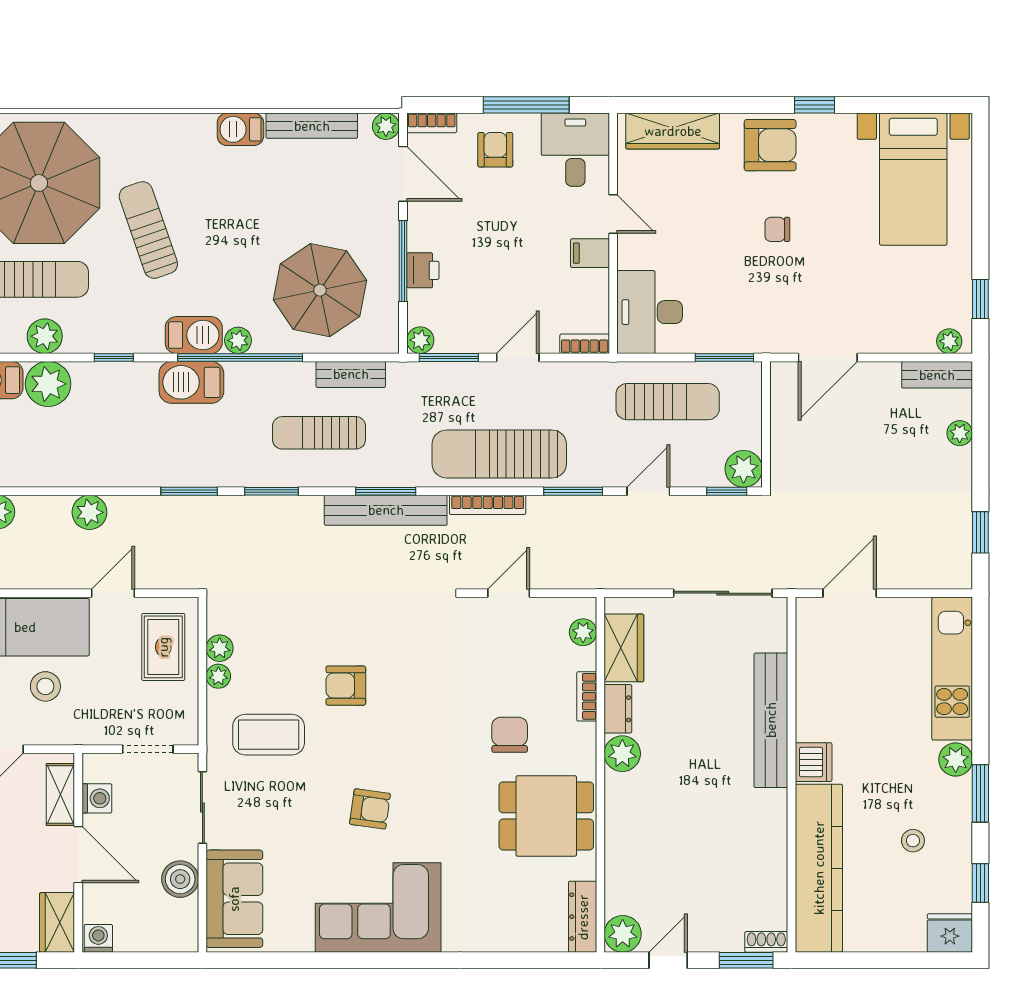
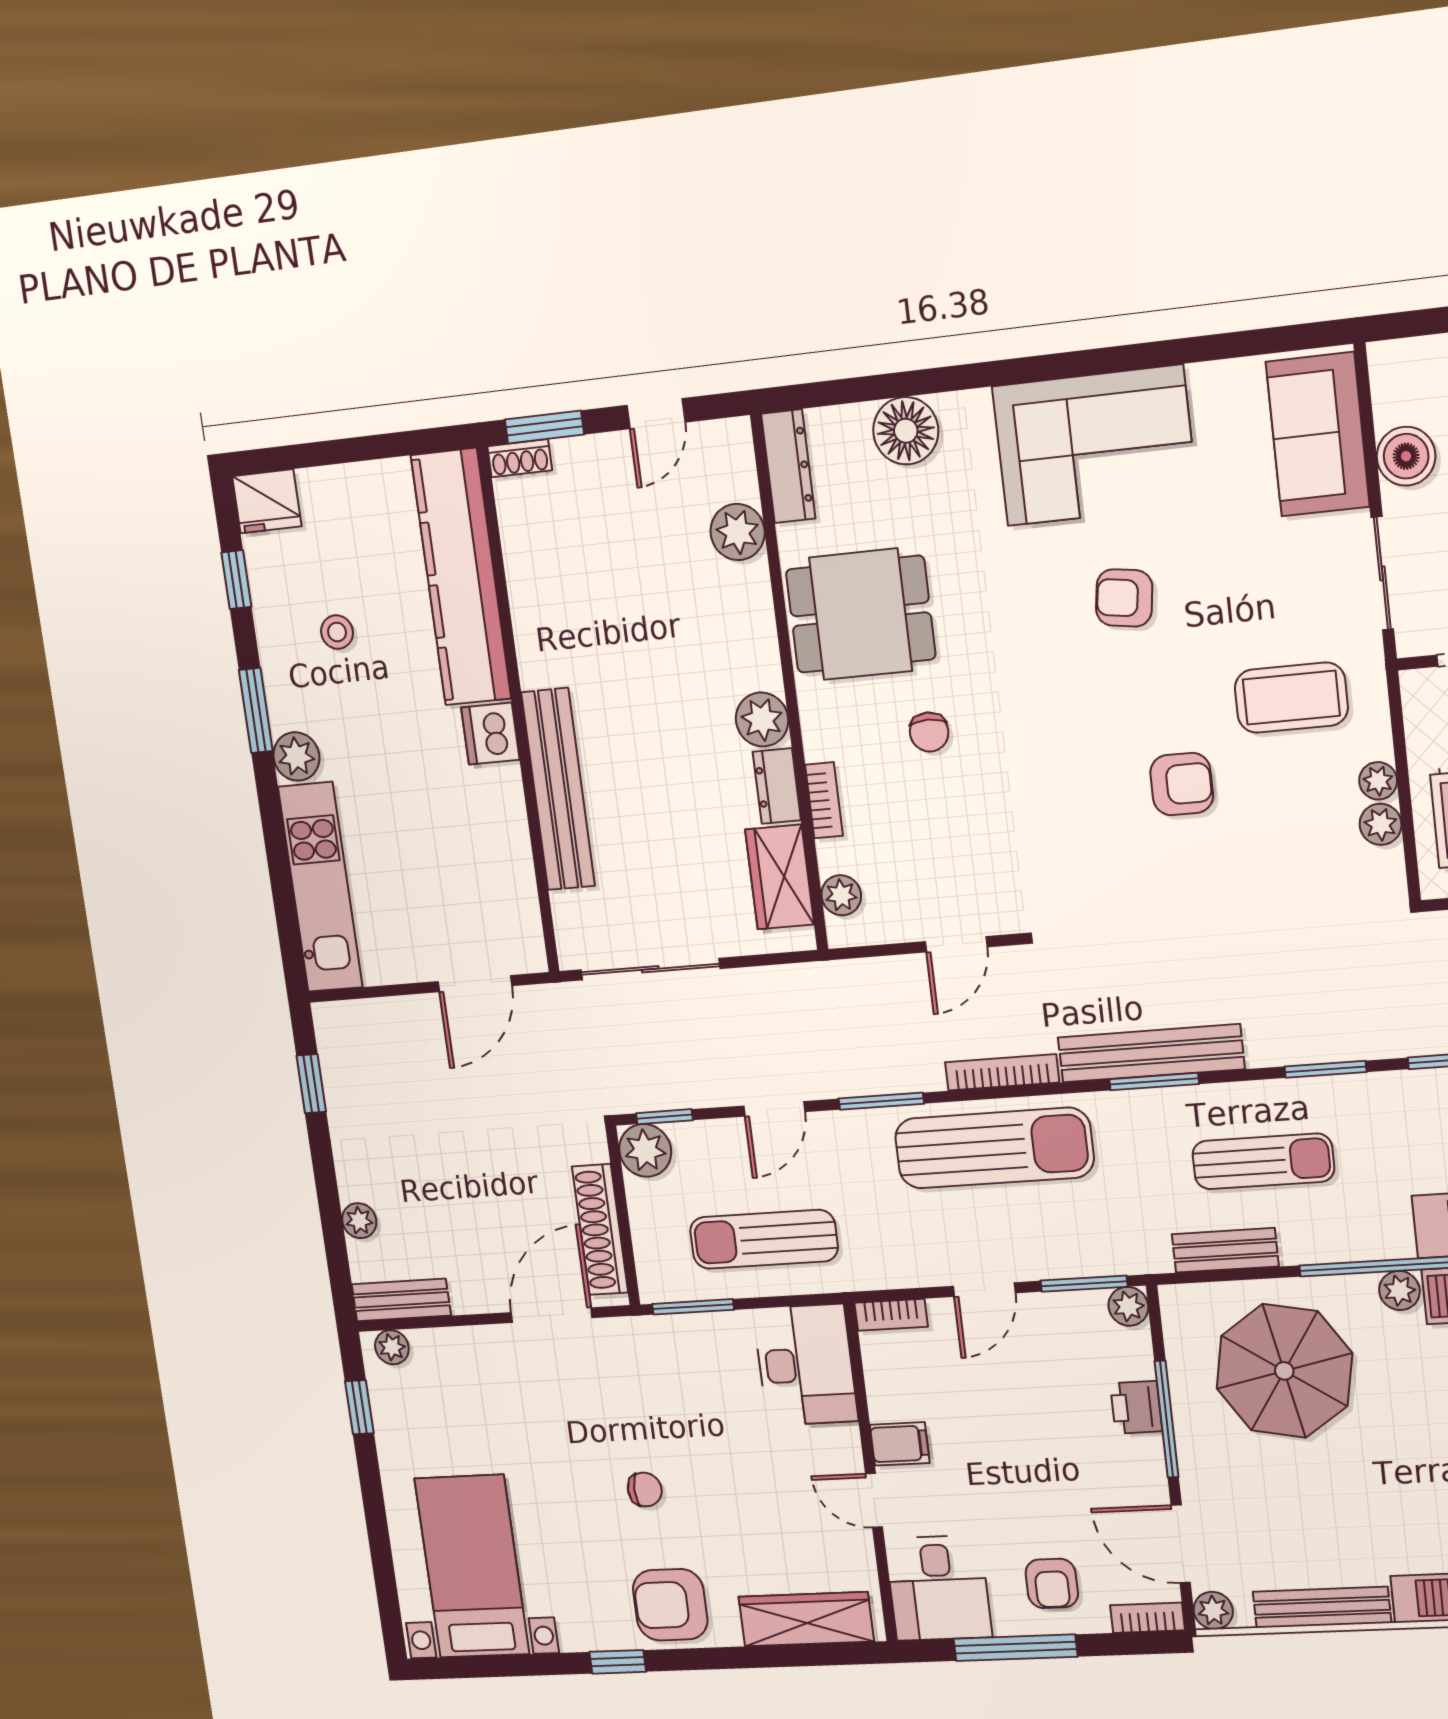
shoe rack: (784, 416) -> (600, 1230), added
chair: (510, 735) -> (929, 732), width x0.73, depth x0.73
floor lamp: (501, 931) -> (906, 431), added
plant: (623, 934) -> (738, 532), moved

